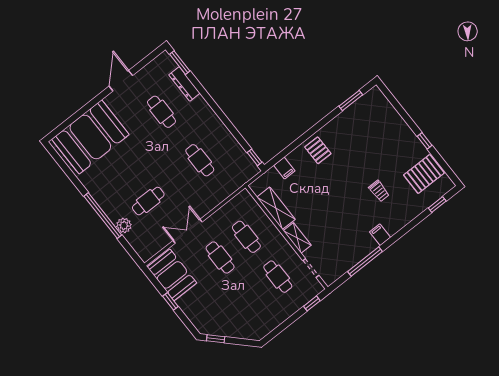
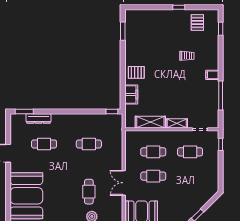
filing cabinet: (284, 168) -> (131, 95), width x2.00
pallet: (424, 174) -> (197, 23), width x0.67, depth x0.71

